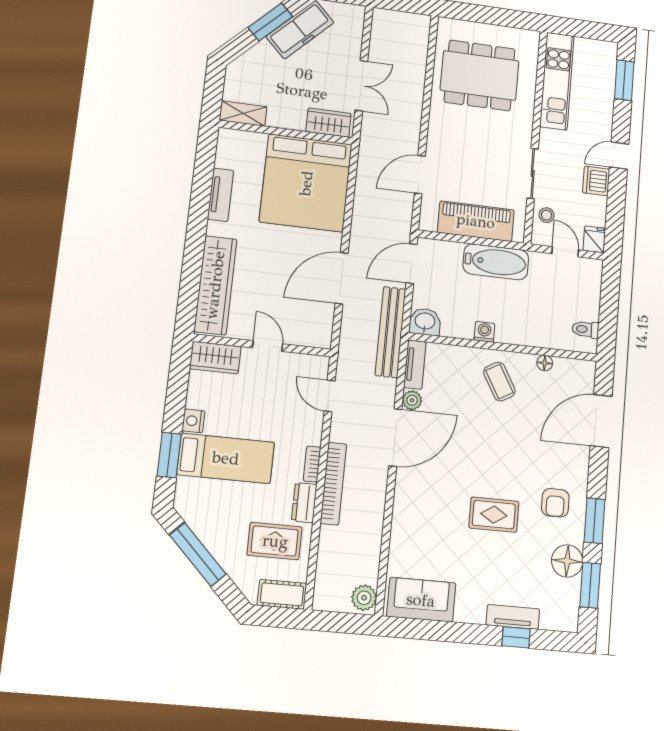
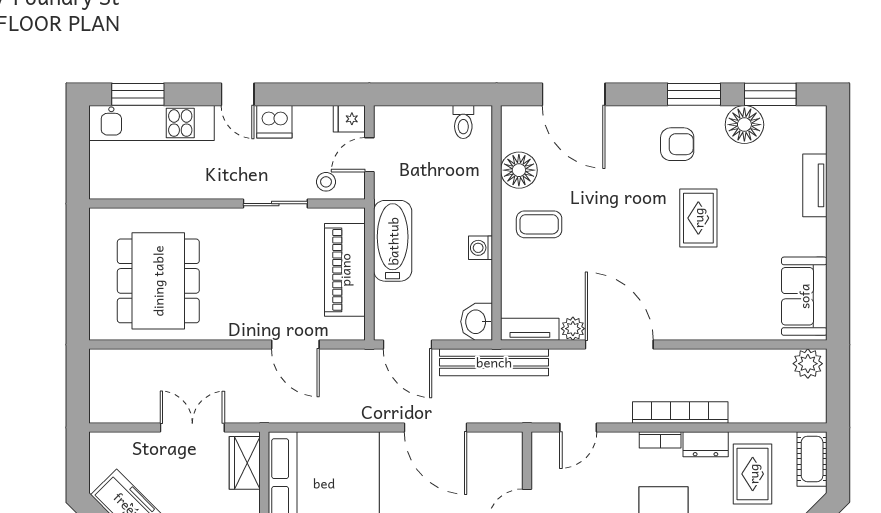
kitchen unit: (557, 81) -> (151, 123), moved, turned 180
floor lamp: (545, 363) -> (519, 170), width x1.89, depth x1.89
coffee table: (499, 382) -> (539, 224), turned 30
window: (516, 637) -> (838, 180), removed

